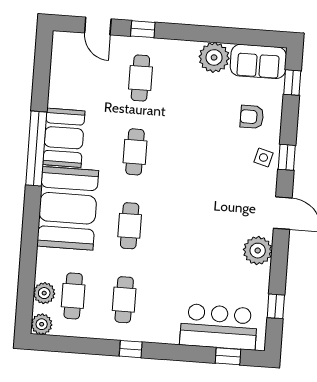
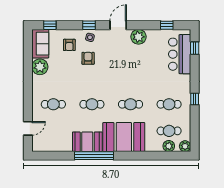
window: (143, 29) -> (28, 105), removed
armchair: (224, 151) -> (88, 58), added

